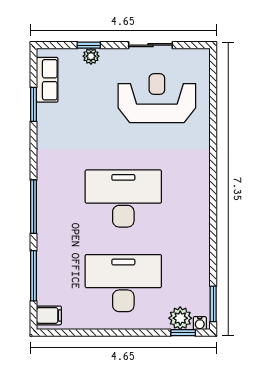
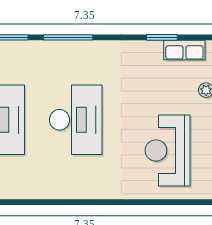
reception desk: (157, 98) -> (168, 150), turned 180

